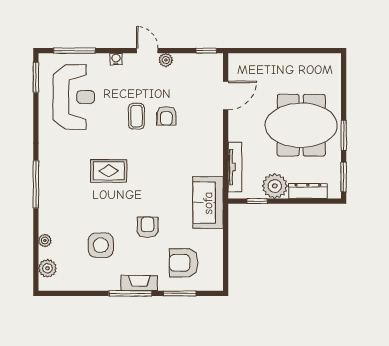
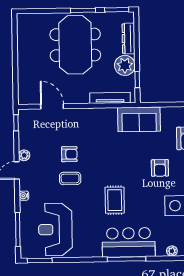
reception desk: (74, 97) -> (55, 229), turned -90
bar counter: (56, 187) -> (129, 242), added
armchair: (148, 227) -> (160, 168), turned -90

